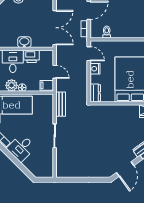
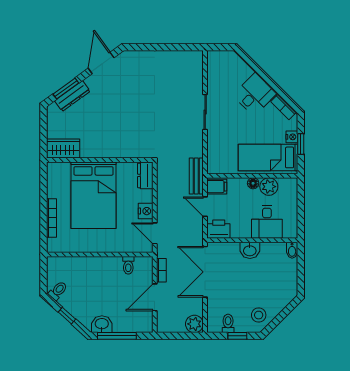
printer: (32, 56) -> (219, 229), moved
bench: (61, 104) -> (196, 176), moved

